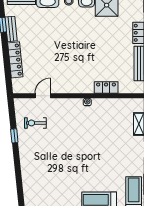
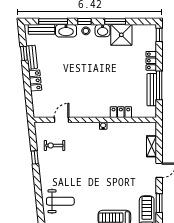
locker: (15, 60) -> (35, 81), width x0.66
weight bench: (42, 182) -> (60, 201), added

